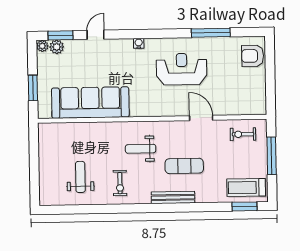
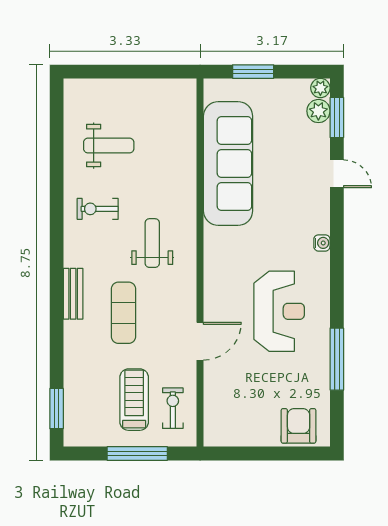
treadmill: (246, 188) -> (134, 400), moved
bench: (173, 197) -> (73, 294), width x0.73

